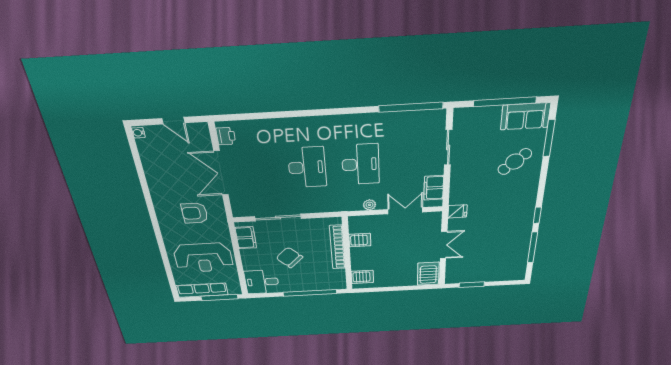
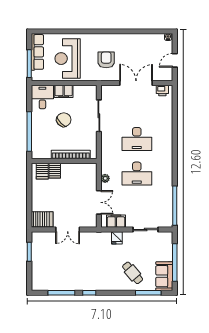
fridge: (457, 211) -> (117, 238), moved
filing cabinet: (246, 238) -> (64, 91), moved
server rack: (360, 240) -> (55, 171), moved

